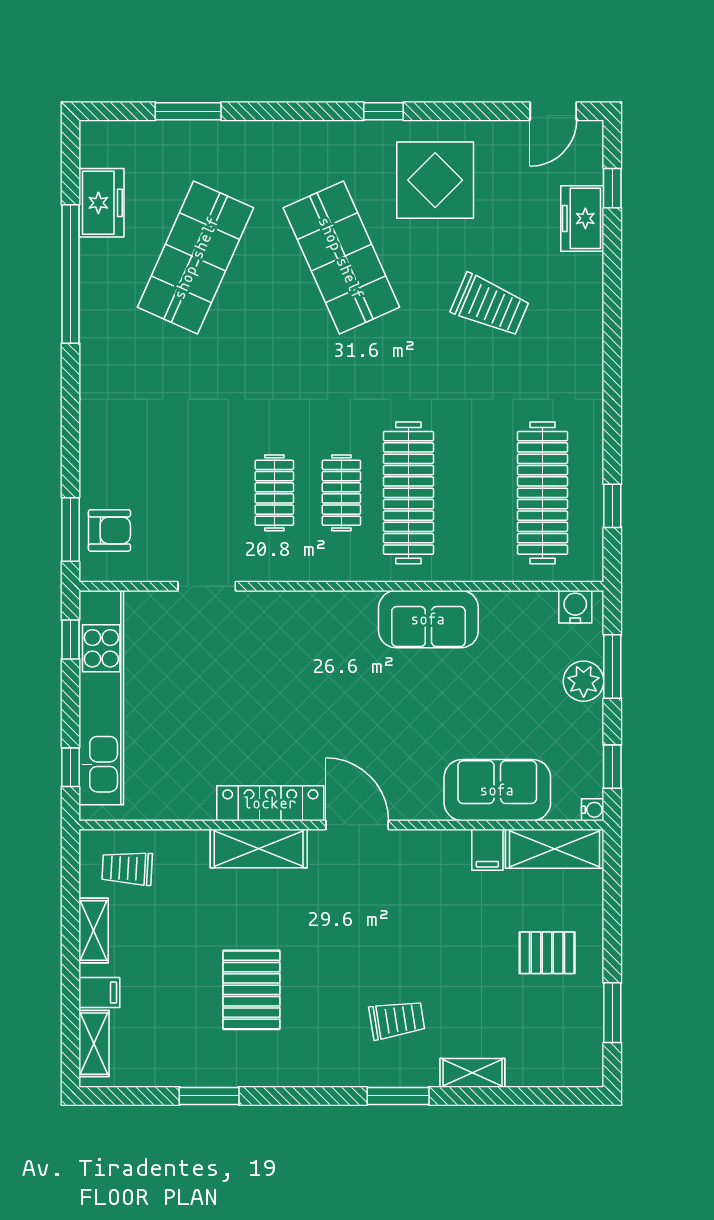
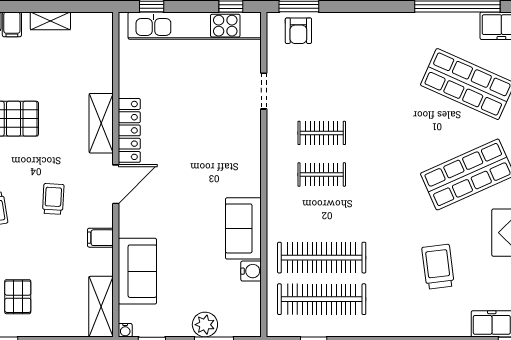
trolley: (490, 305) -> (438, 267), turned 150
clothes rail: (408, 493) -> (322, 258), moved
water cooler: (575, 607) -> (251, 271), moved
filing cabinet: (487, 850) -> (100, 238), moved
trolley: (127, 868) -> (53, 199), moved
pallet: (547, 953) -> (18, 297), moved

